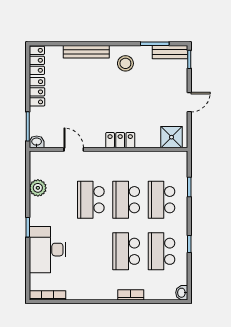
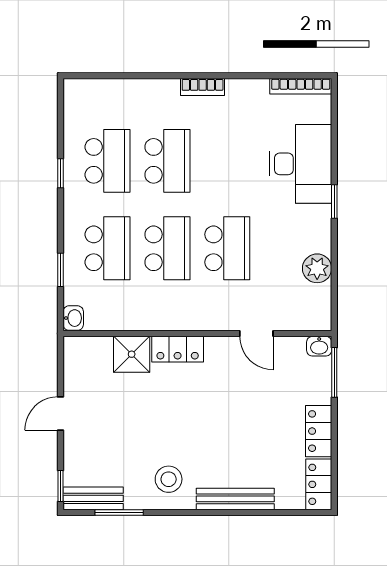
shower: (171, 137) -> (132, 354), moved
washbasin: (182, 293) -> (73, 318), moved
bookcase: (131, 295) -> (203, 87), moved

